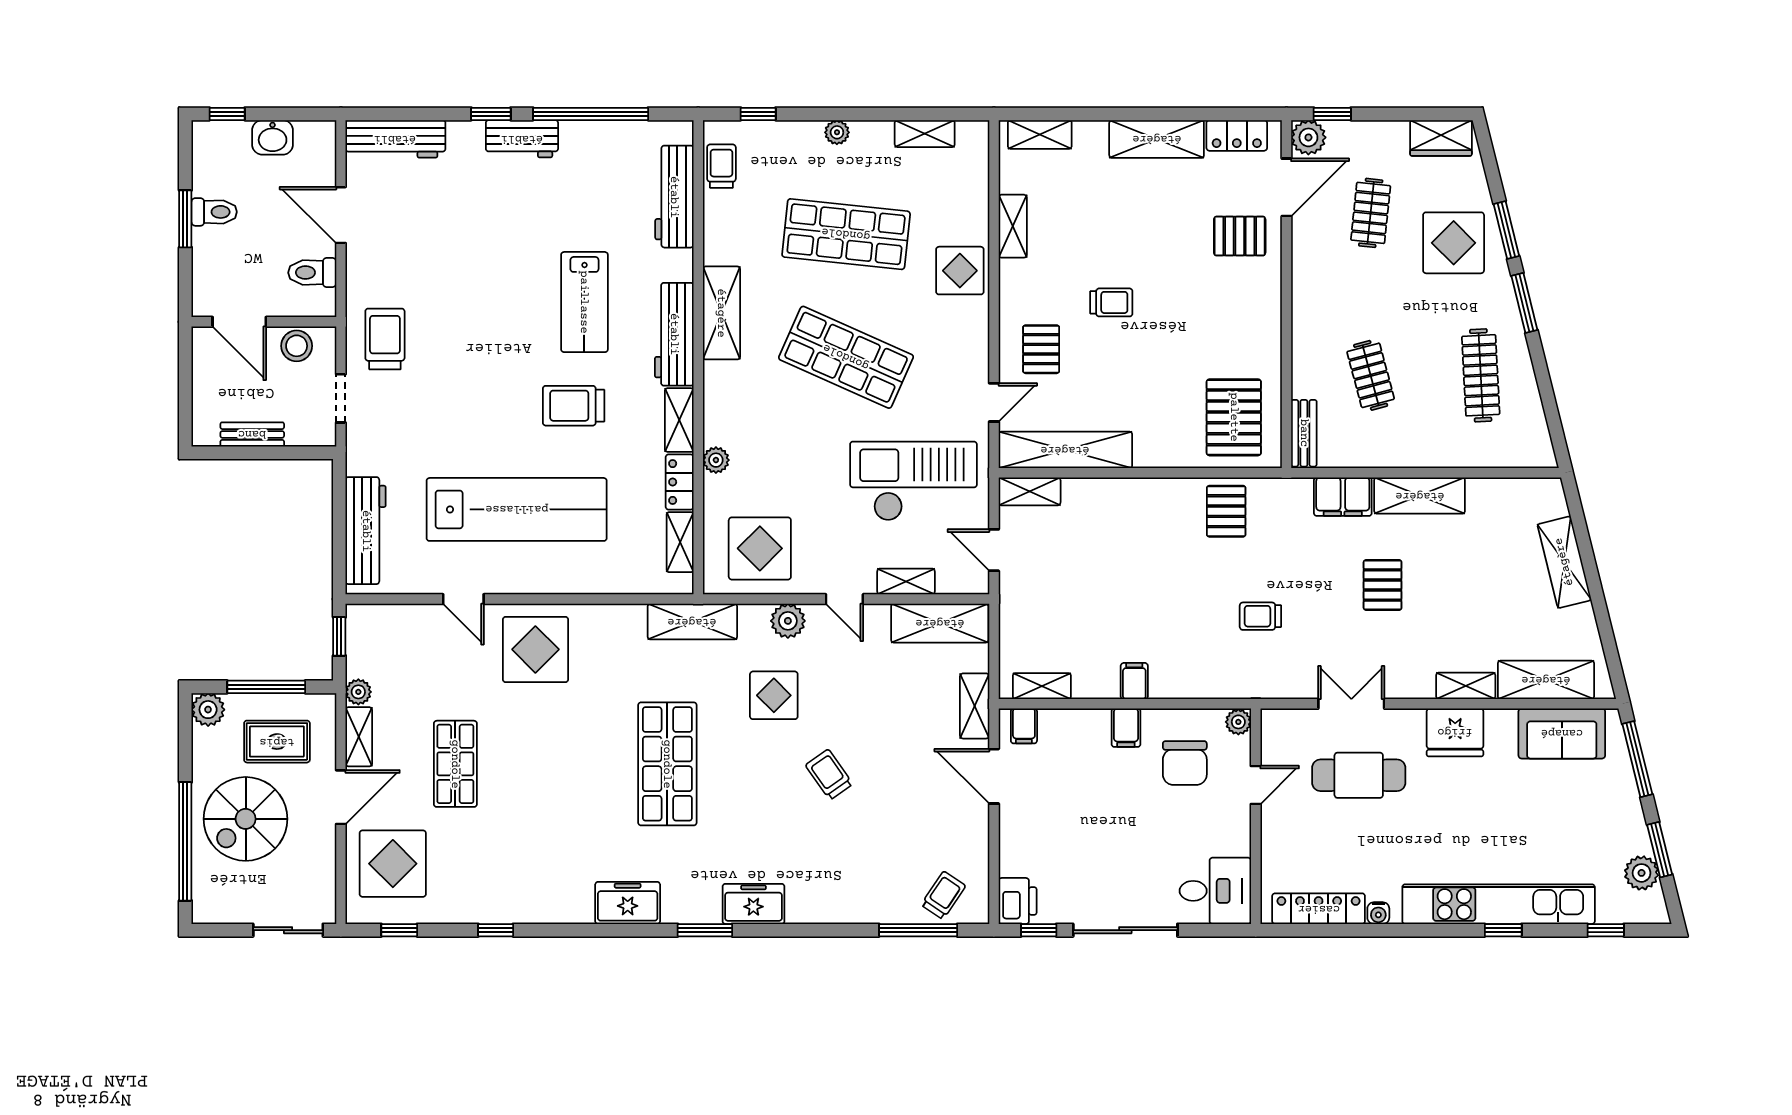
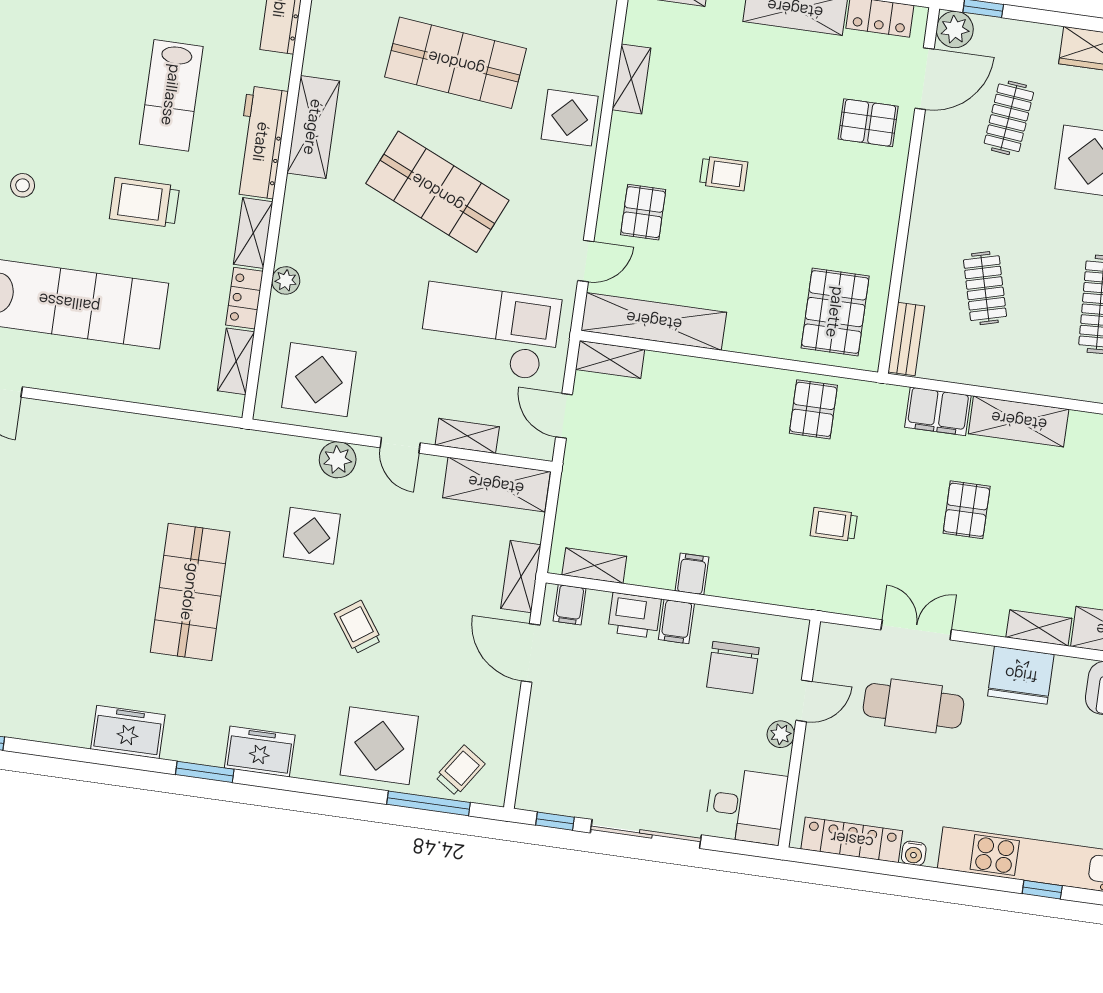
stool: (457, 406) -> (23, 185), added
shelving: (692, 622) -> (237, 446), removed
display table: (535, 649) -> (379, 746), moved
plant: (1238, 722) -> (781, 734), moved
printer: (1018, 901) -> (635, 615), moved, turned 90

